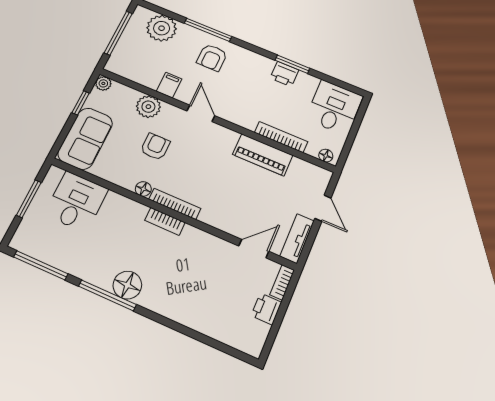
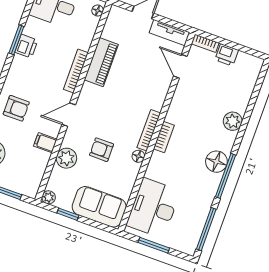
bookcase: (281, 137) -> (76, 71), moved
desk: (76, 202) -> (153, 208), width x1.37
plant: (179, 310) -> (233, 121), added

